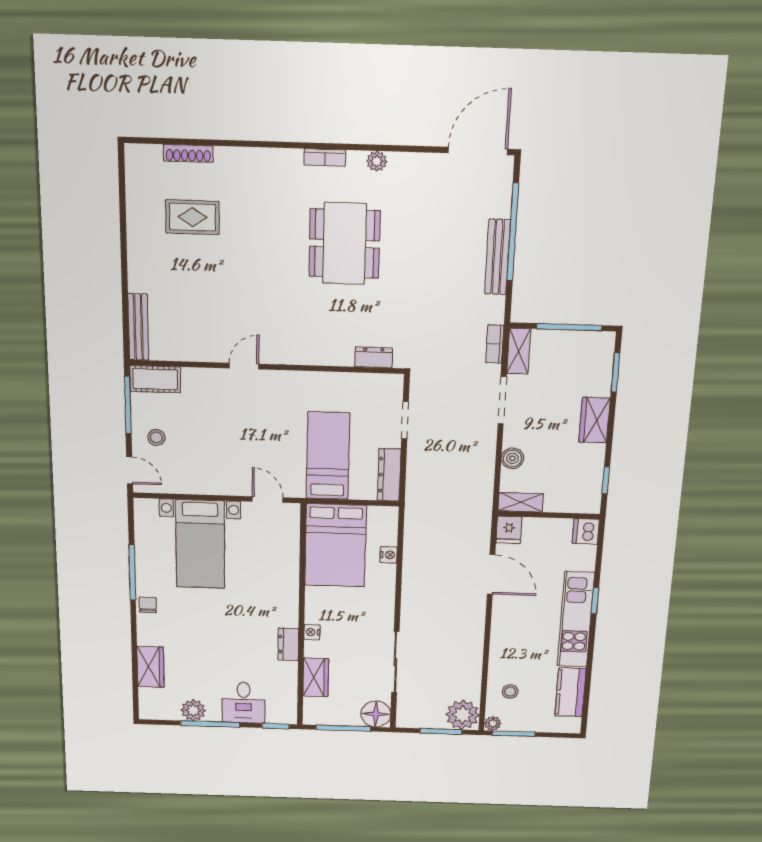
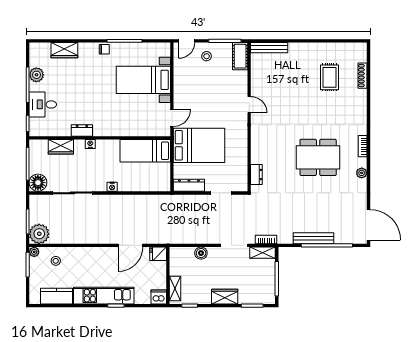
bed: (328, 456) -> (199, 145), width x1.50
shelving: (521, 502) -> (175, 289), moved
bed: (335, 546) -> (145, 151), width x0.67
nightstand: (389, 555) -> (112, 187), moved

